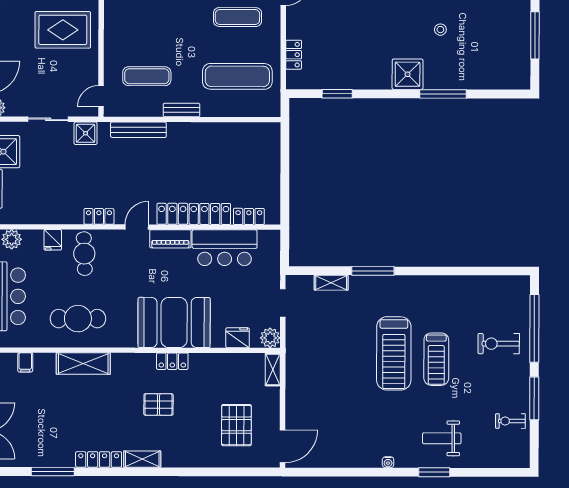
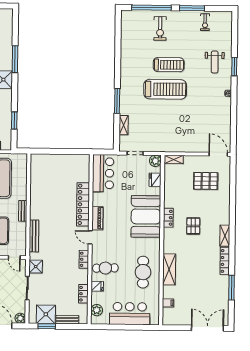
locker: (249, 216) -> (83, 294), moved
bar counter: (225, 248) -> (103, 173), moved

